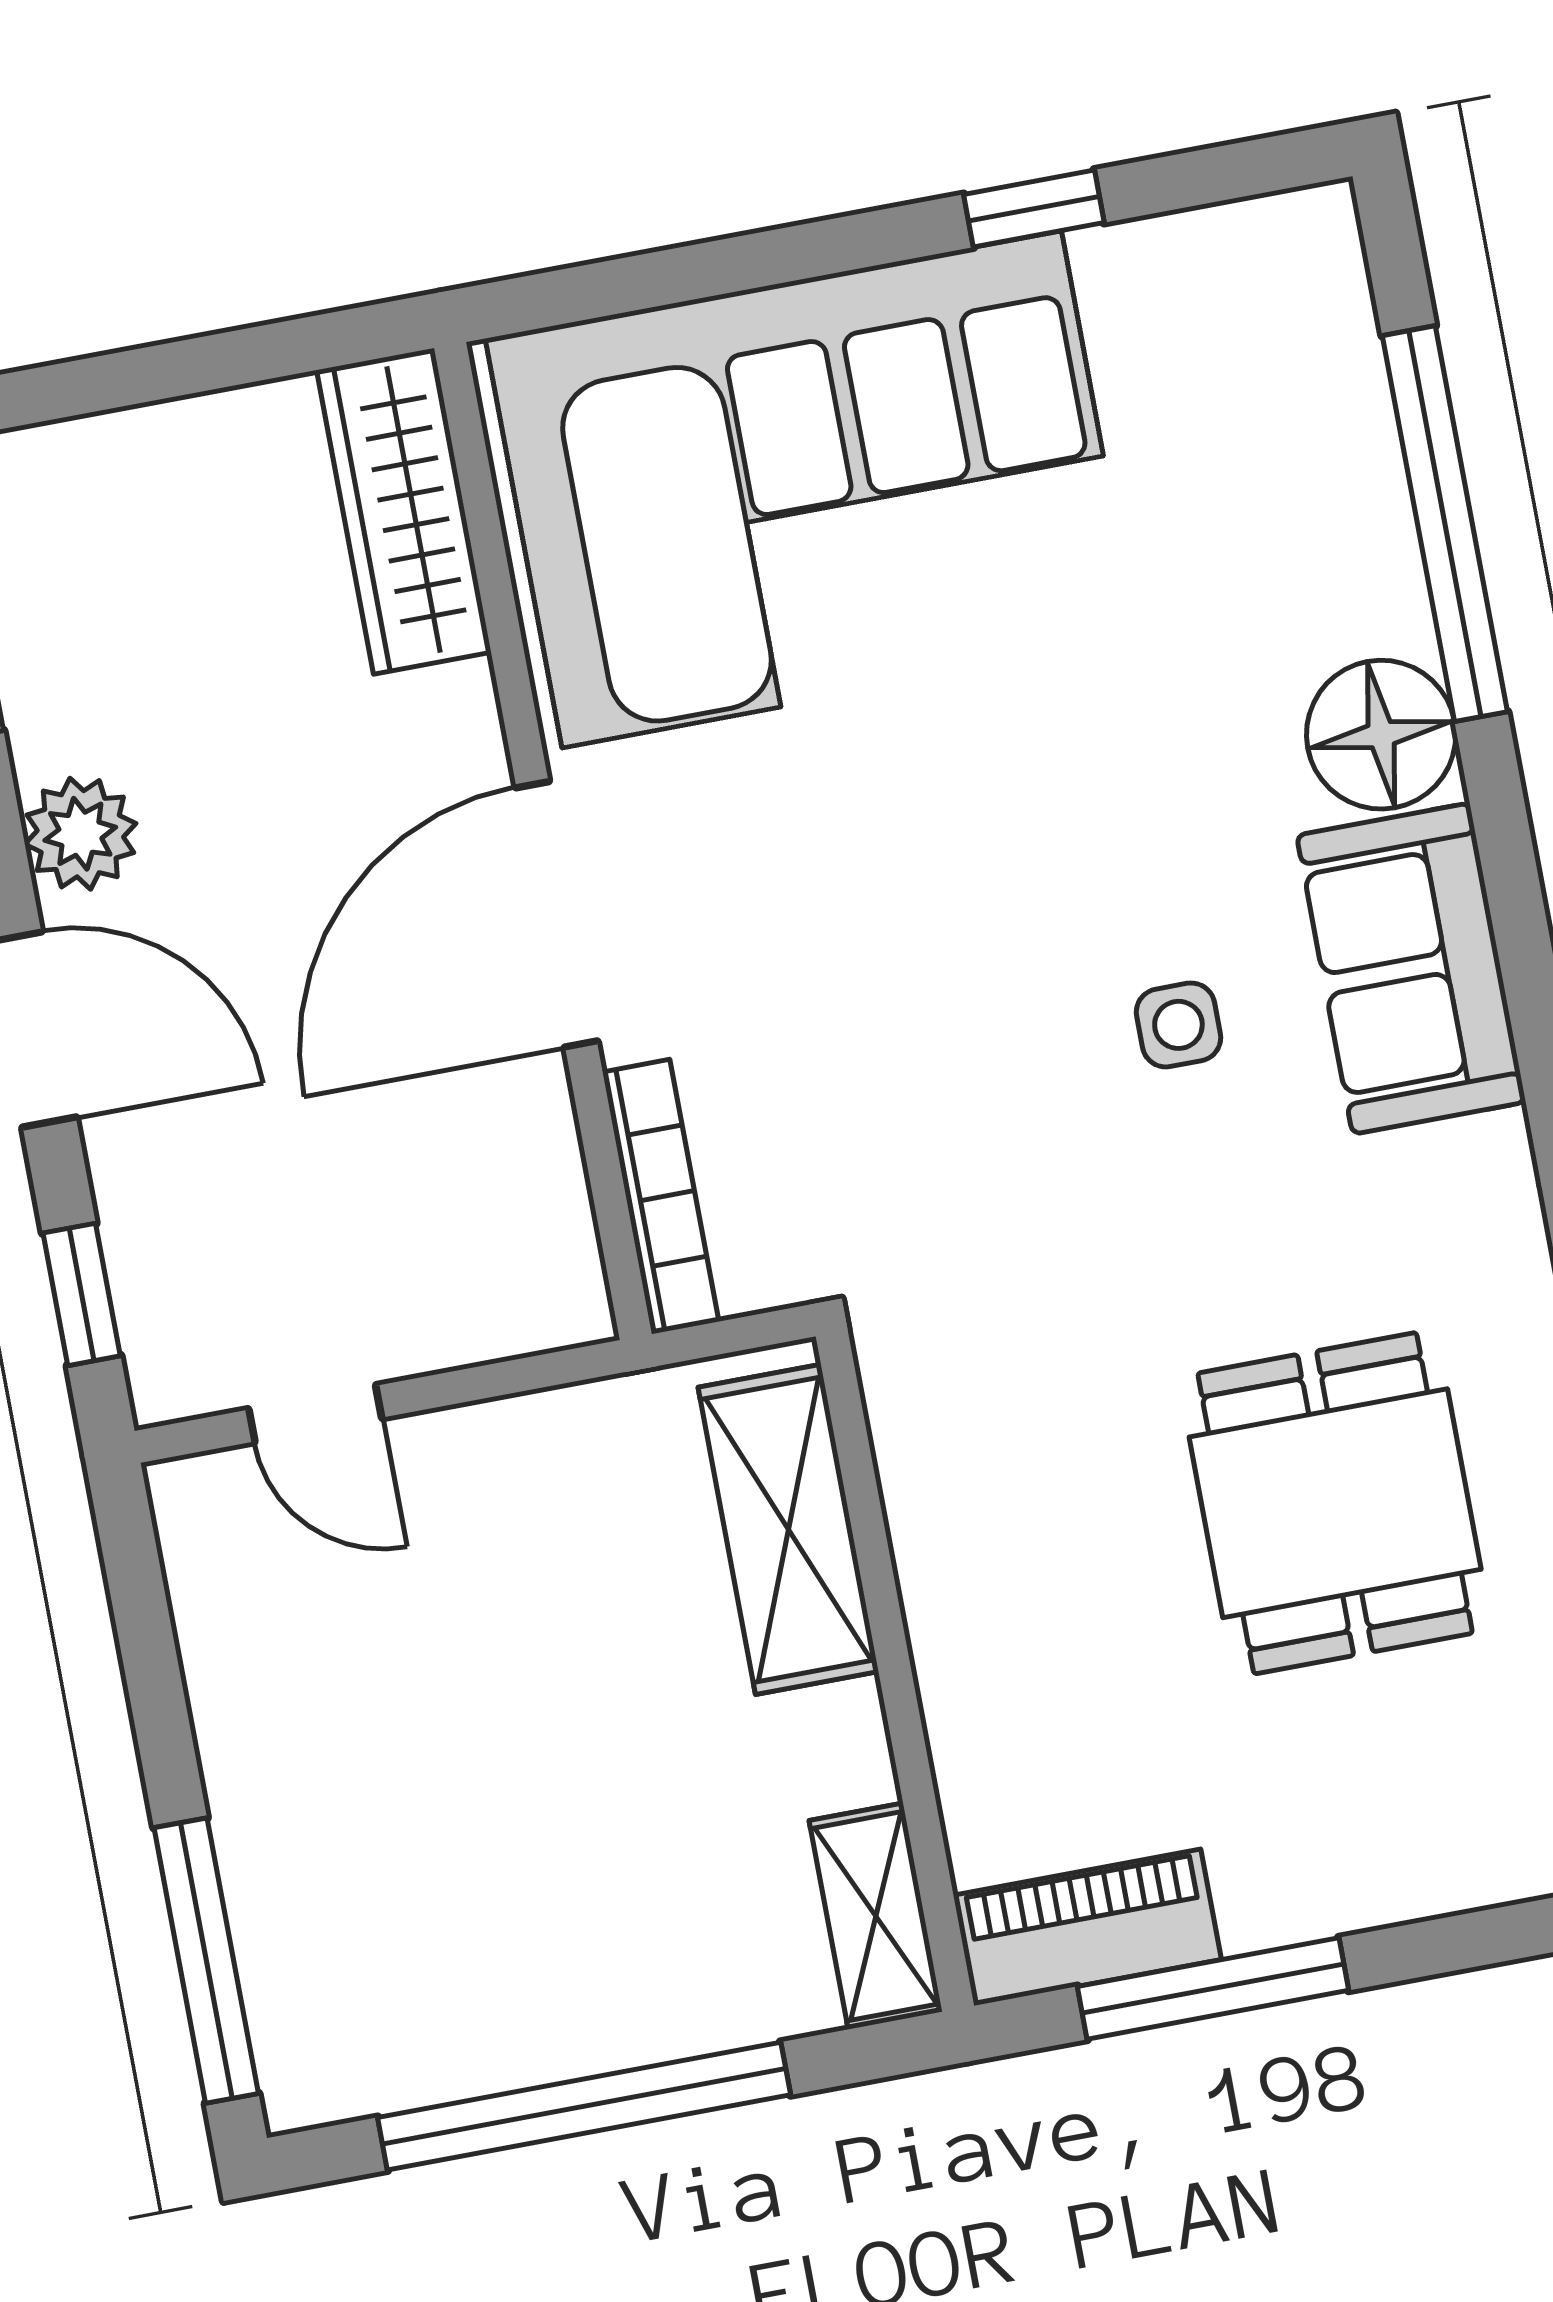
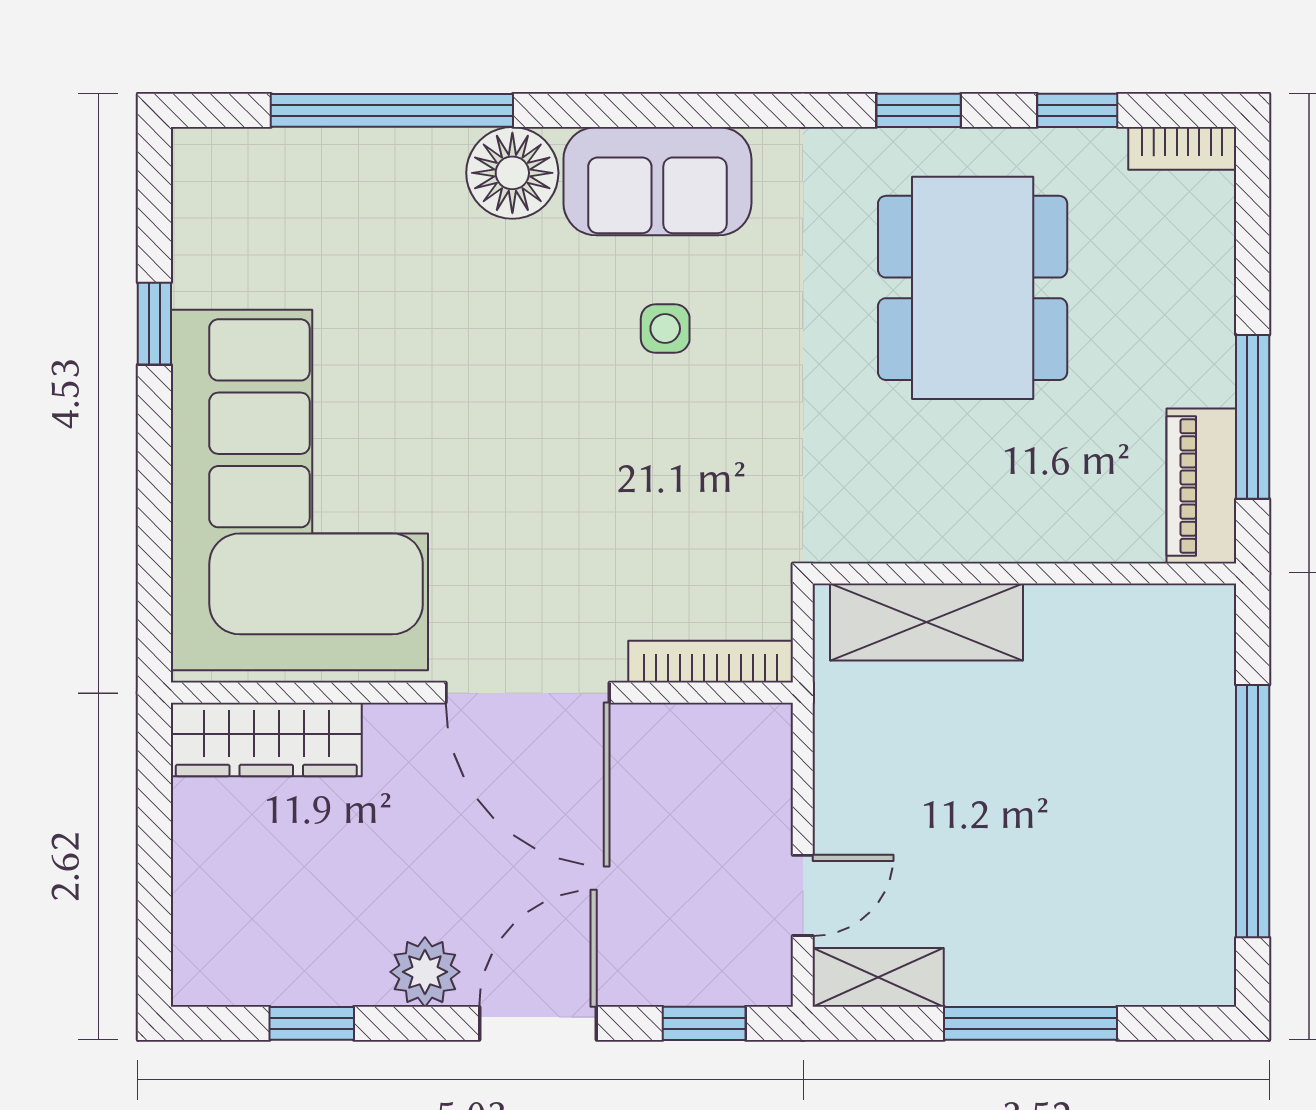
dining table: (1335, 1503) -> (973, 288), width x1.38
shelving: (876, 1916) -> (878, 977), moved
window: (206, 1961) -> (1031, 1023), moved

